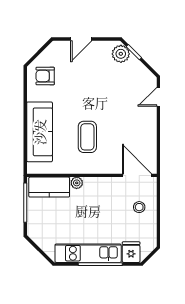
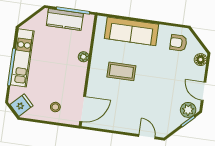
door: (81, 39) -> (204, 91), moved
floor lamp: (61, 48) -> (201, 60), added
armchair: (45, 76) -> (178, 43), turned -90
kitchen counter: (49, 187) -> (65, 20), moved, turned -90
fridge: (131, 252) -> (21, 105), moved, turned -45

